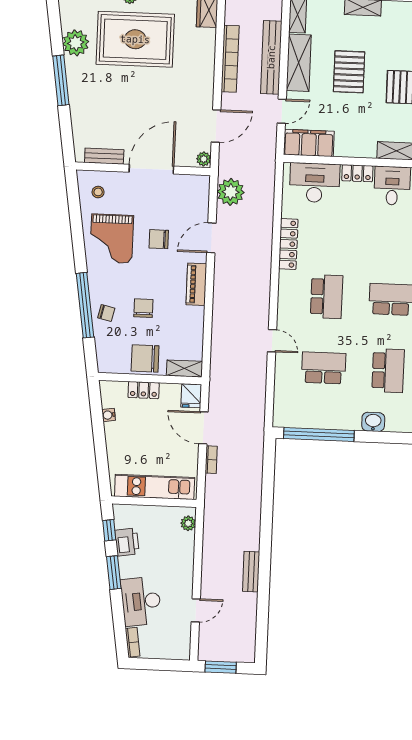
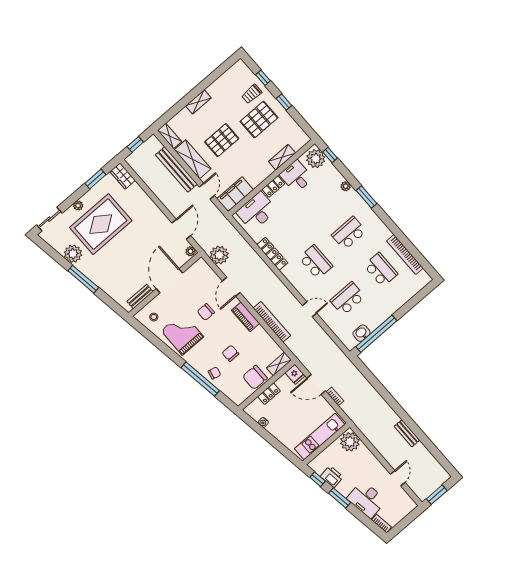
bookcase: (230, 59) -> (272, 322), moved
pallet: (349, 72) -> (222, 140), turned 90
grand piano: (112, 239) -> (182, 334), turned 180
washbasin: (373, 422) -> (362, 333), moved
plant: (188, 523) -> (350, 442), width x1.87, depth x1.87

